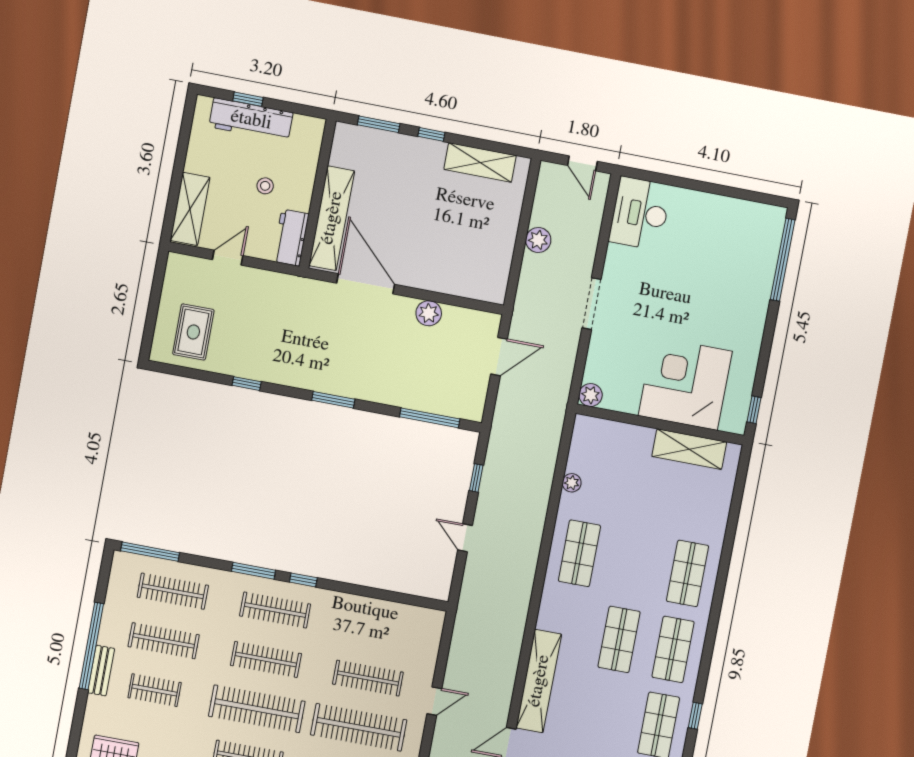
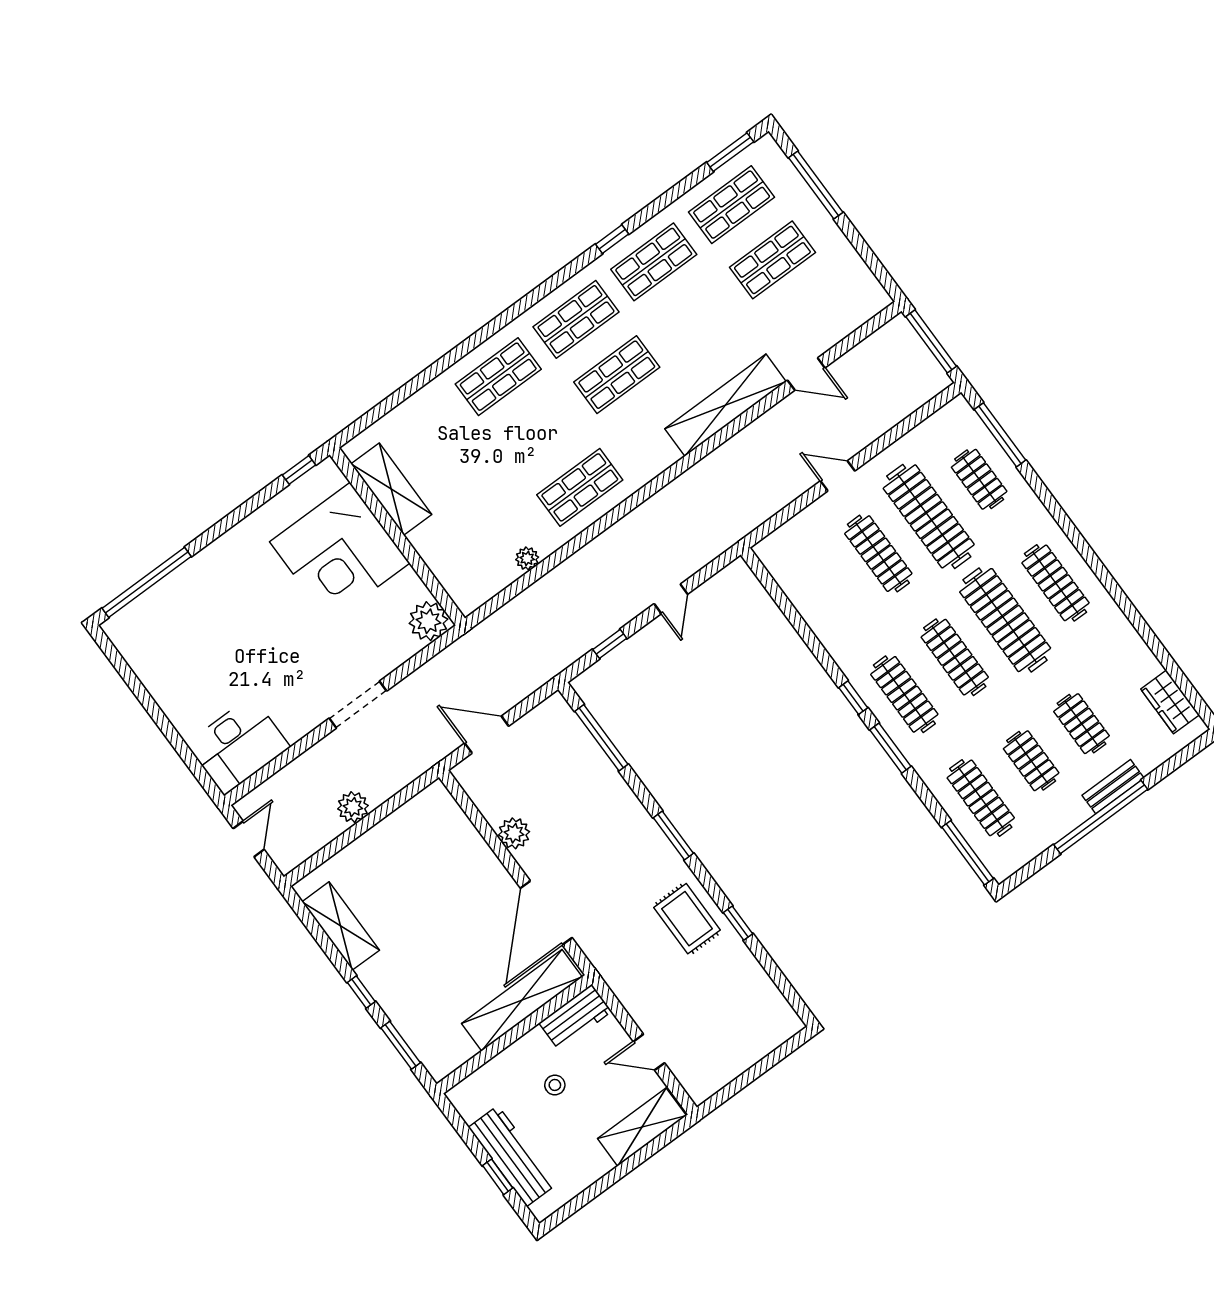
rug: (193, 332) -> (687, 919), moved, turned 90
plant: (591, 395) -> (428, 621), width x1.36, depth x1.36
clothes rail: (164, 641) -> (1031, 761), width x0.73

